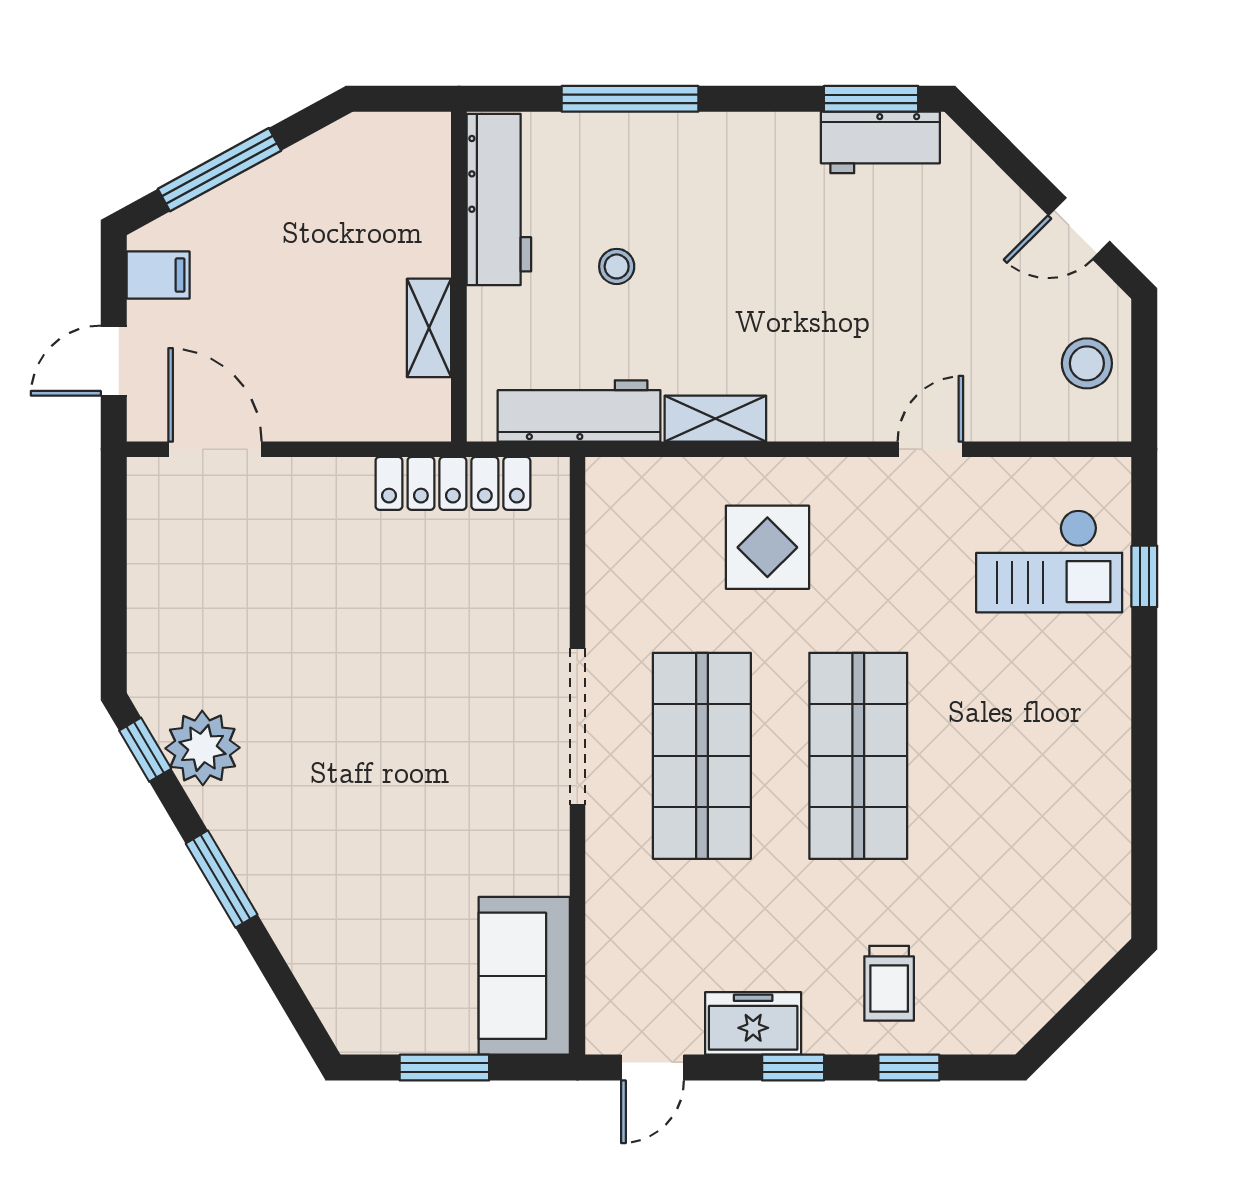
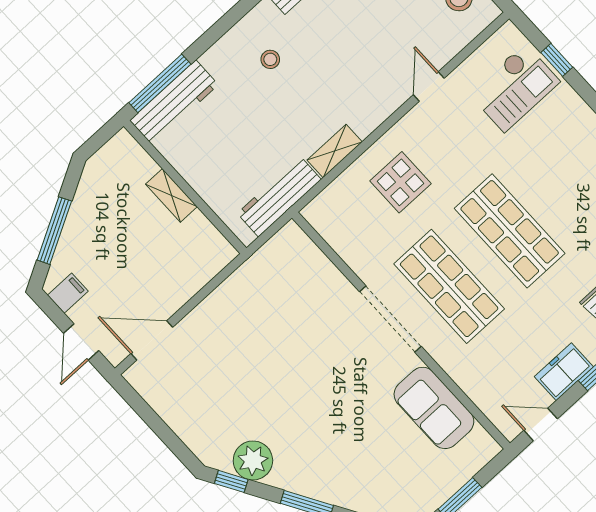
window: (630, 99) -> (160, 83), moved
workbench: (499, 200) -> (174, 102), moved, turned 90
stool: (617, 266) -> (270, 59), moved
shelving: (429, 328) -> (171, 195), moved
locker: (453, 483) -> (256, 269), removed
sofa: (524, 976) -> (434, 408), moved
door: (653, 1068) -> (541, 425), swing flipped

